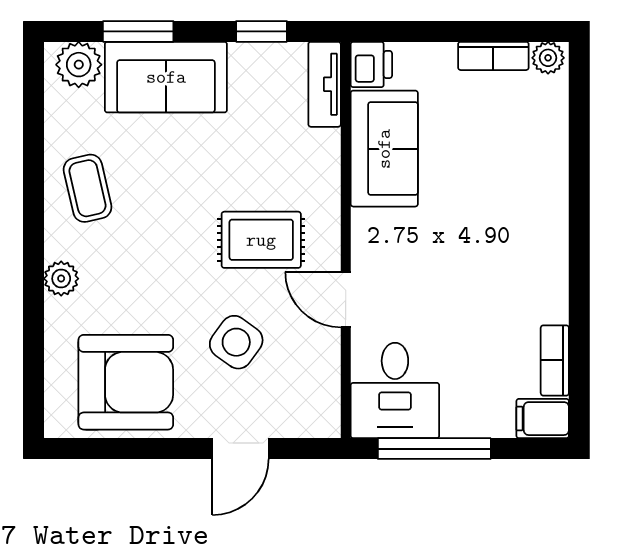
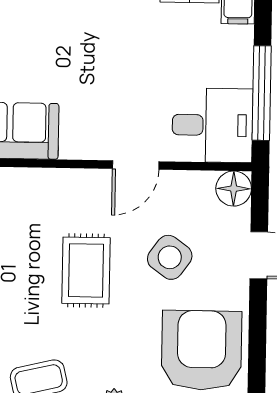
rug: (261, 240) -> (86, 270), moved
floor lamp: (320, 417) -> (234, 189), added

